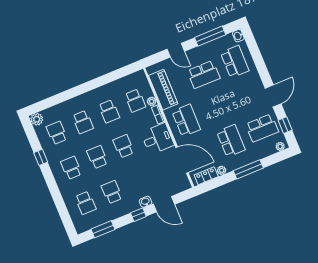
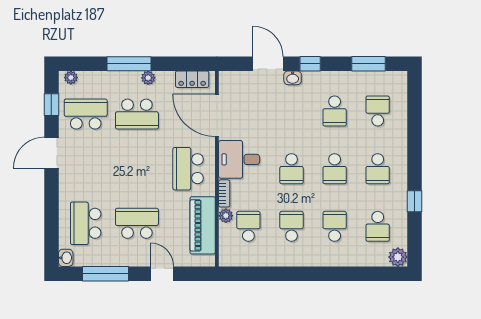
school desk: (231, 141) -> (137, 114), turned -90
plant: (222, 170) -> (148, 78), moved

